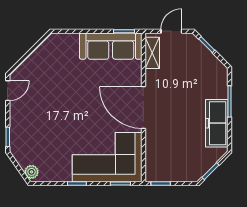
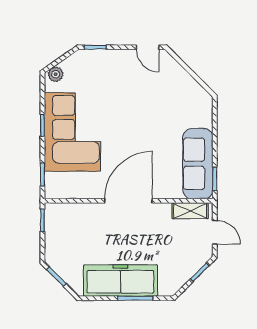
freezer: (217, 123) -> (120, 280), width x1.36, depth x1.26
corner sofa: (107, 157) -> (72, 132), moved

